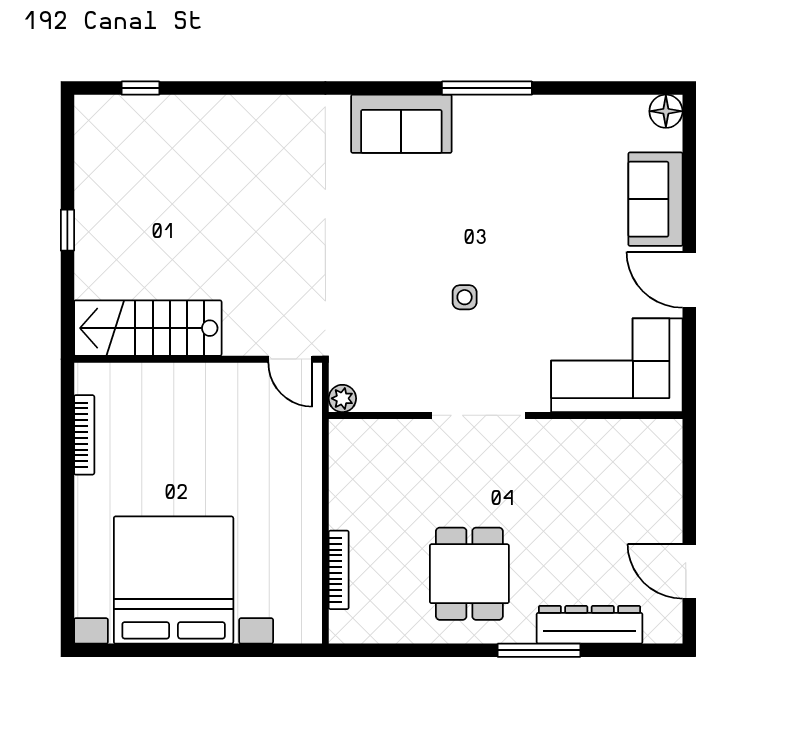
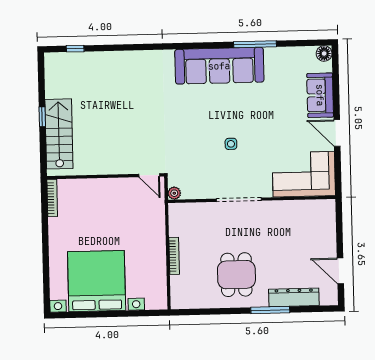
window: (487, 88) -> (255, 44), moved
sofa: (401, 124) -> (219, 66), width x1.85, depth x1.27
stairs: (148, 328) -> (59, 134), moved, turned 90
bookcase: (84, 435) -> (52, 198), moved
bookcase: (339, 570) -> (174, 256), moved

